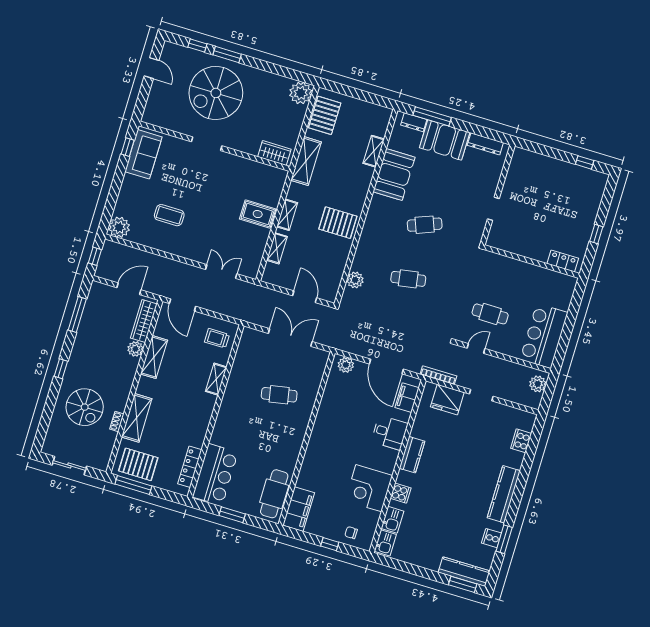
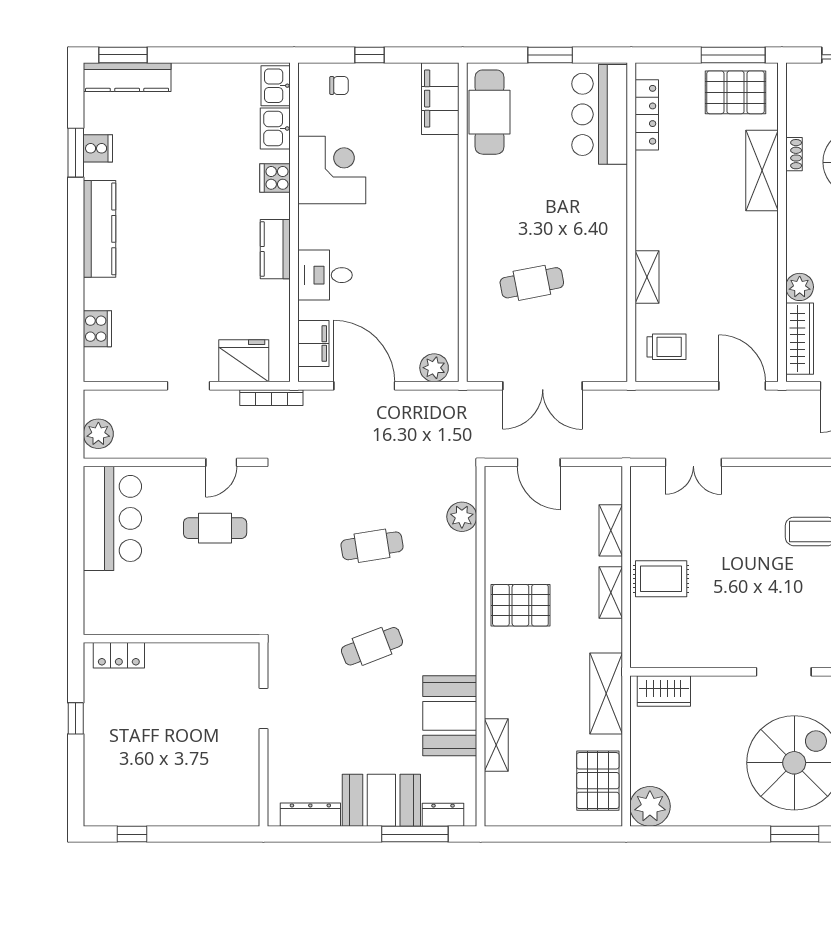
shelving: (154, 357) -> (764, 283), removed

